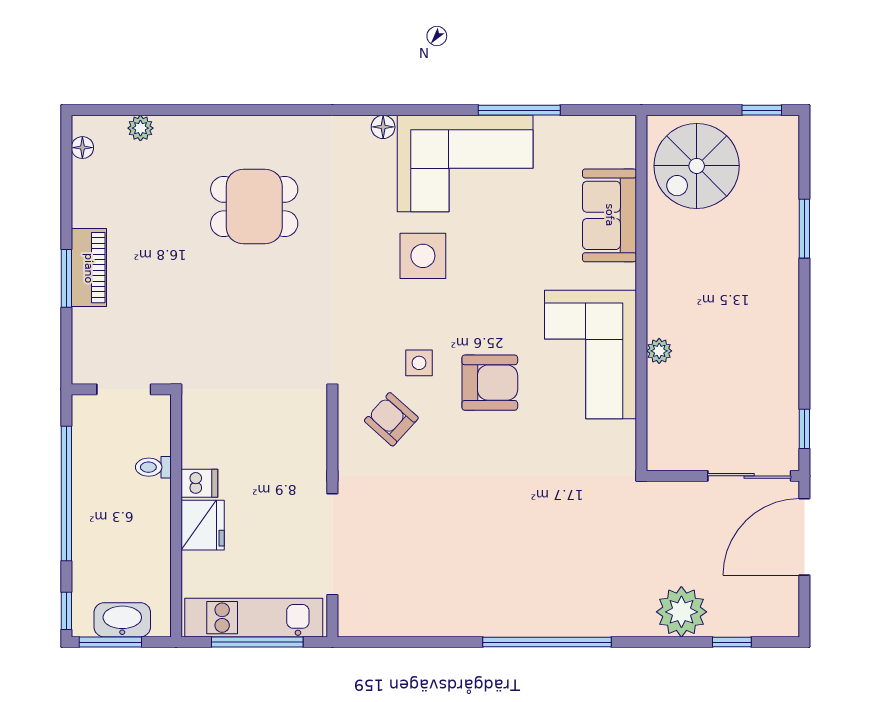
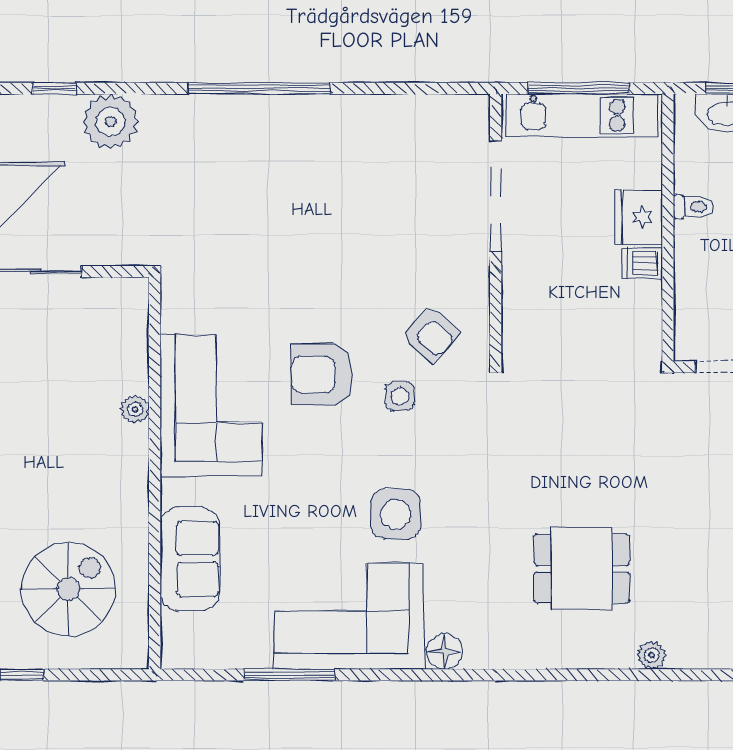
floor lamp: (383, 127) -> (444, 652), width x1.37, depth x1.37
plant: (140, 128) -> (652, 655), moved
spiral stairs: (697, 166) -> (68, 589), moved
toilet: (153, 467) -> (693, 207), moved

